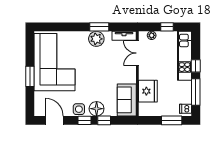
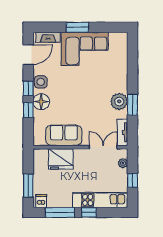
corner sofa: (55, 62) -> (85, 49), width x0.73, depth x0.74
sofa: (127, 100) -> (64, 135), moved
fireplace: (39, 103) -> (48, 37), added

